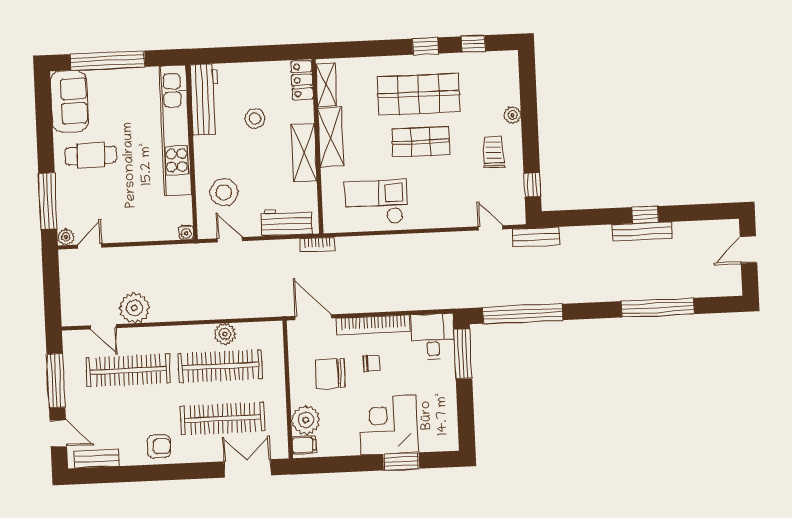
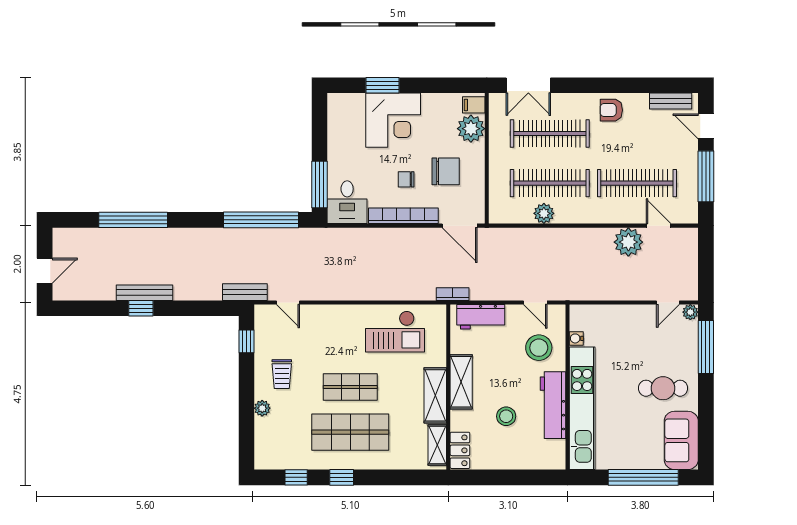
workbench: (205, 100) -> (553, 405), moved
water cooler: (186, 232) -> (576, 338), moved, turned -90

